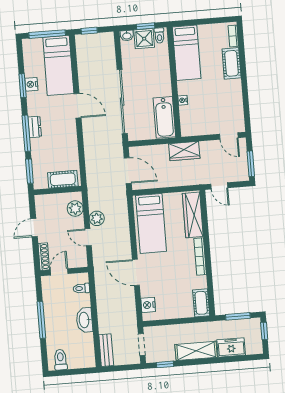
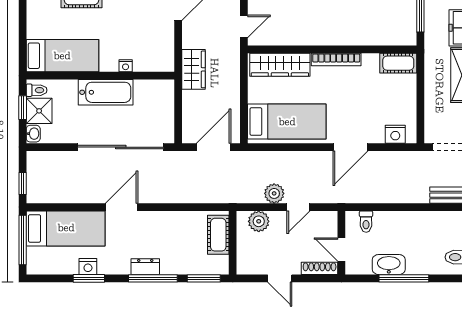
bathtub: (164, 117) -> (106, 92), moved
washbasin: (84, 320) -> (389, 265), moved, turned 180

